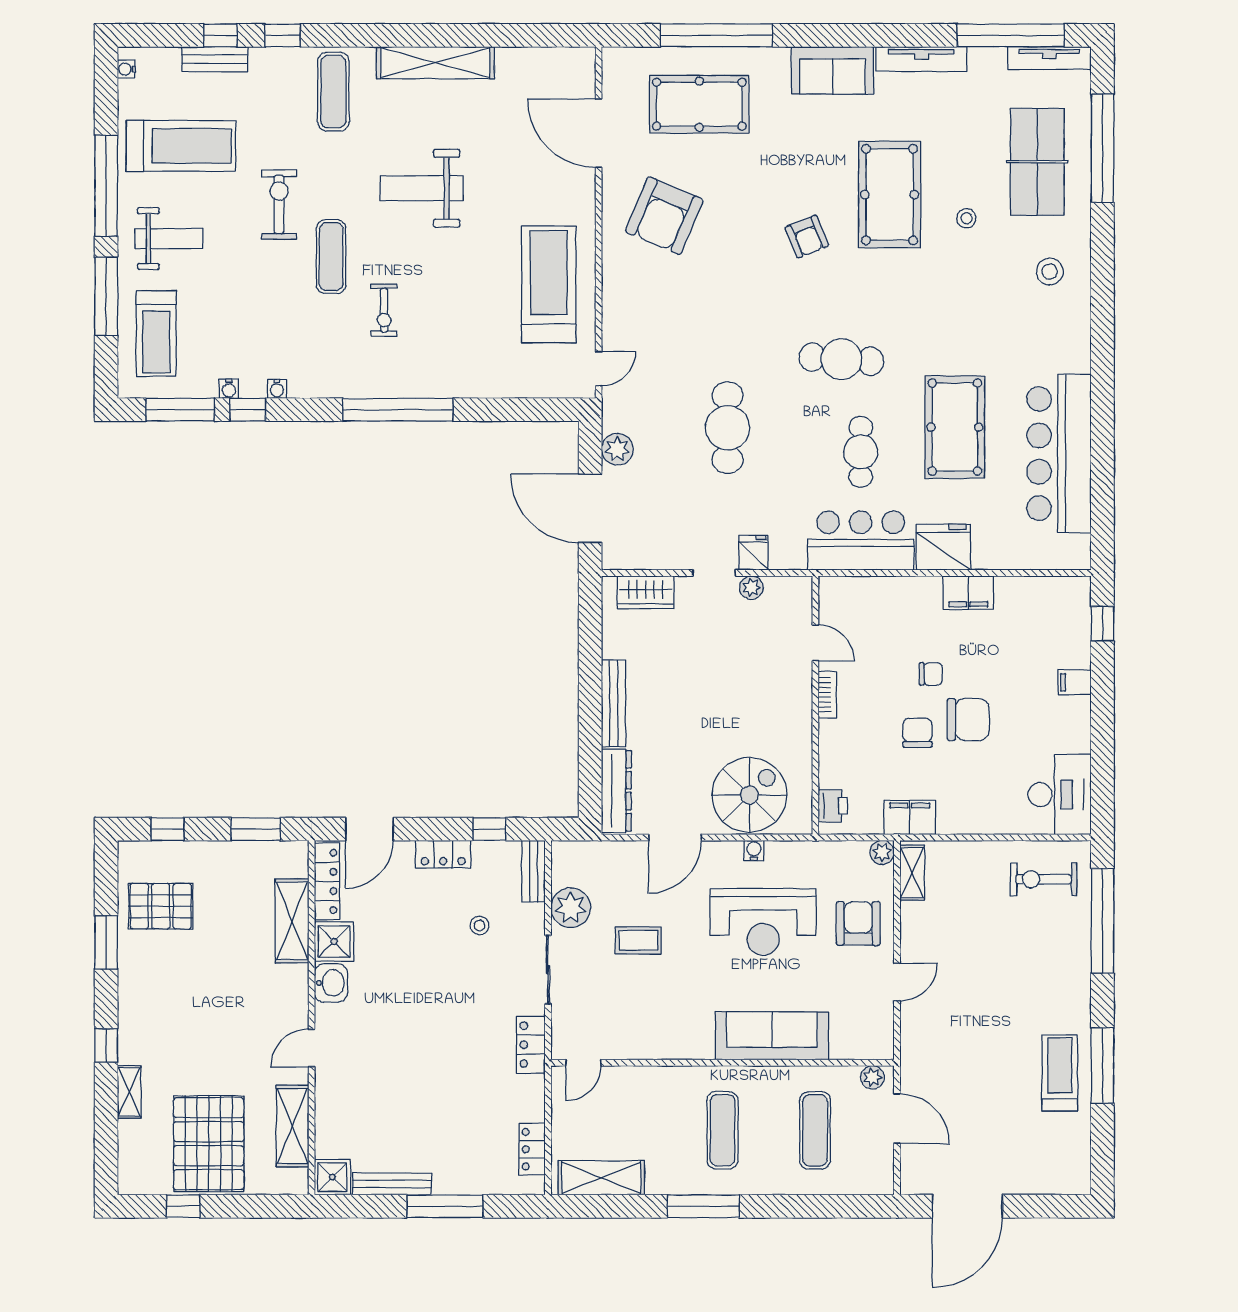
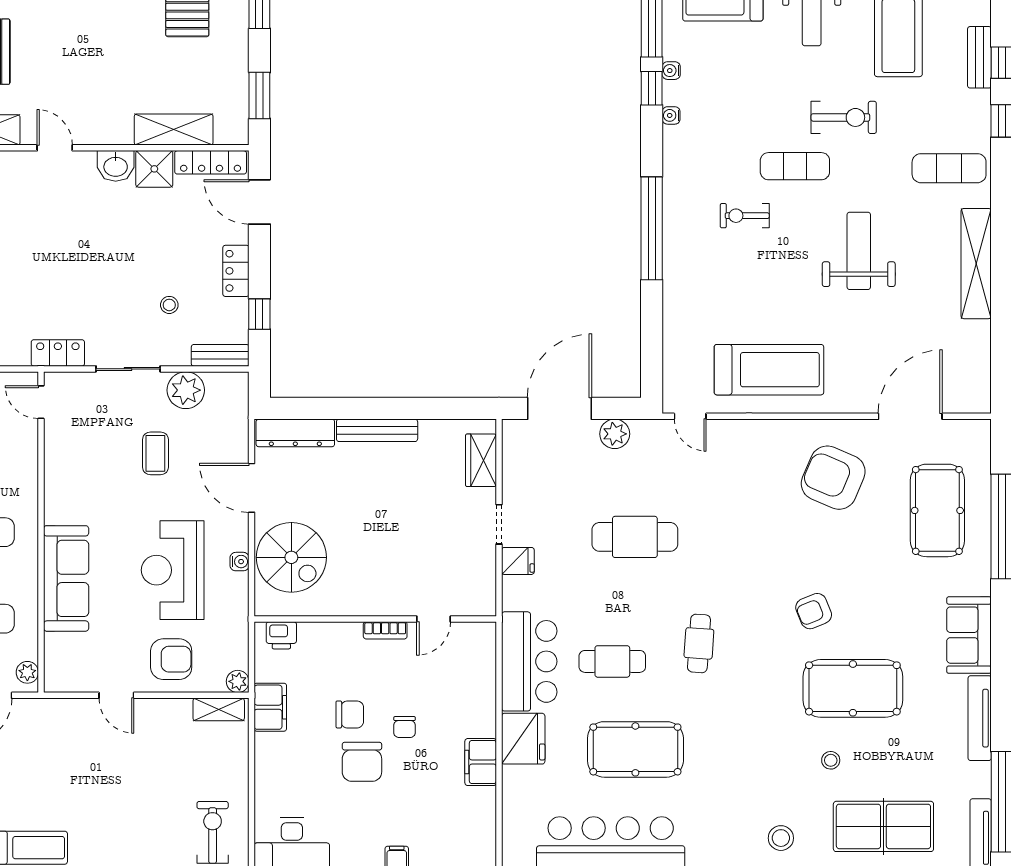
cafe table: (841, 359) -> (699, 643), width x0.73, depth x0.74
plant: (751, 588) -> (485, 559), removed

